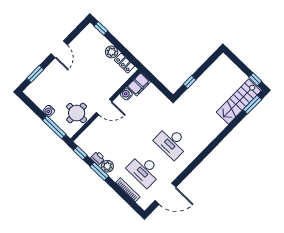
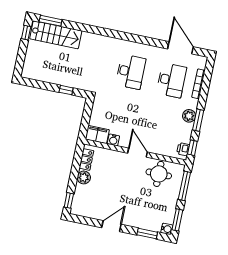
window: (31, 105) -> (177, 220), added
water cooler: (49, 111) -> (167, 229), moved
printer: (98, 158) -> (183, 149), moved

